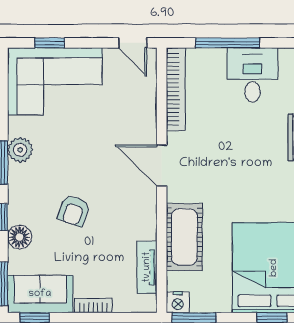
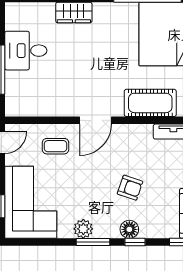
bookcase: (176, 89) -> (37, 109), removed
coffee table: (128, 114) -> (56, 146), added
floor lamp: (19, 237) -> (129, 229), moved

